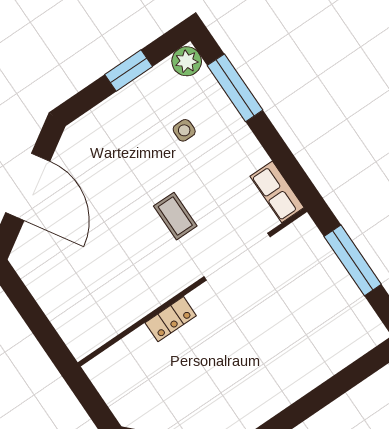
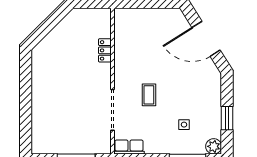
coffee table: (175, 216) -> (149, 95), turned 90
locker: (171, 319) -> (105, 50), moved

